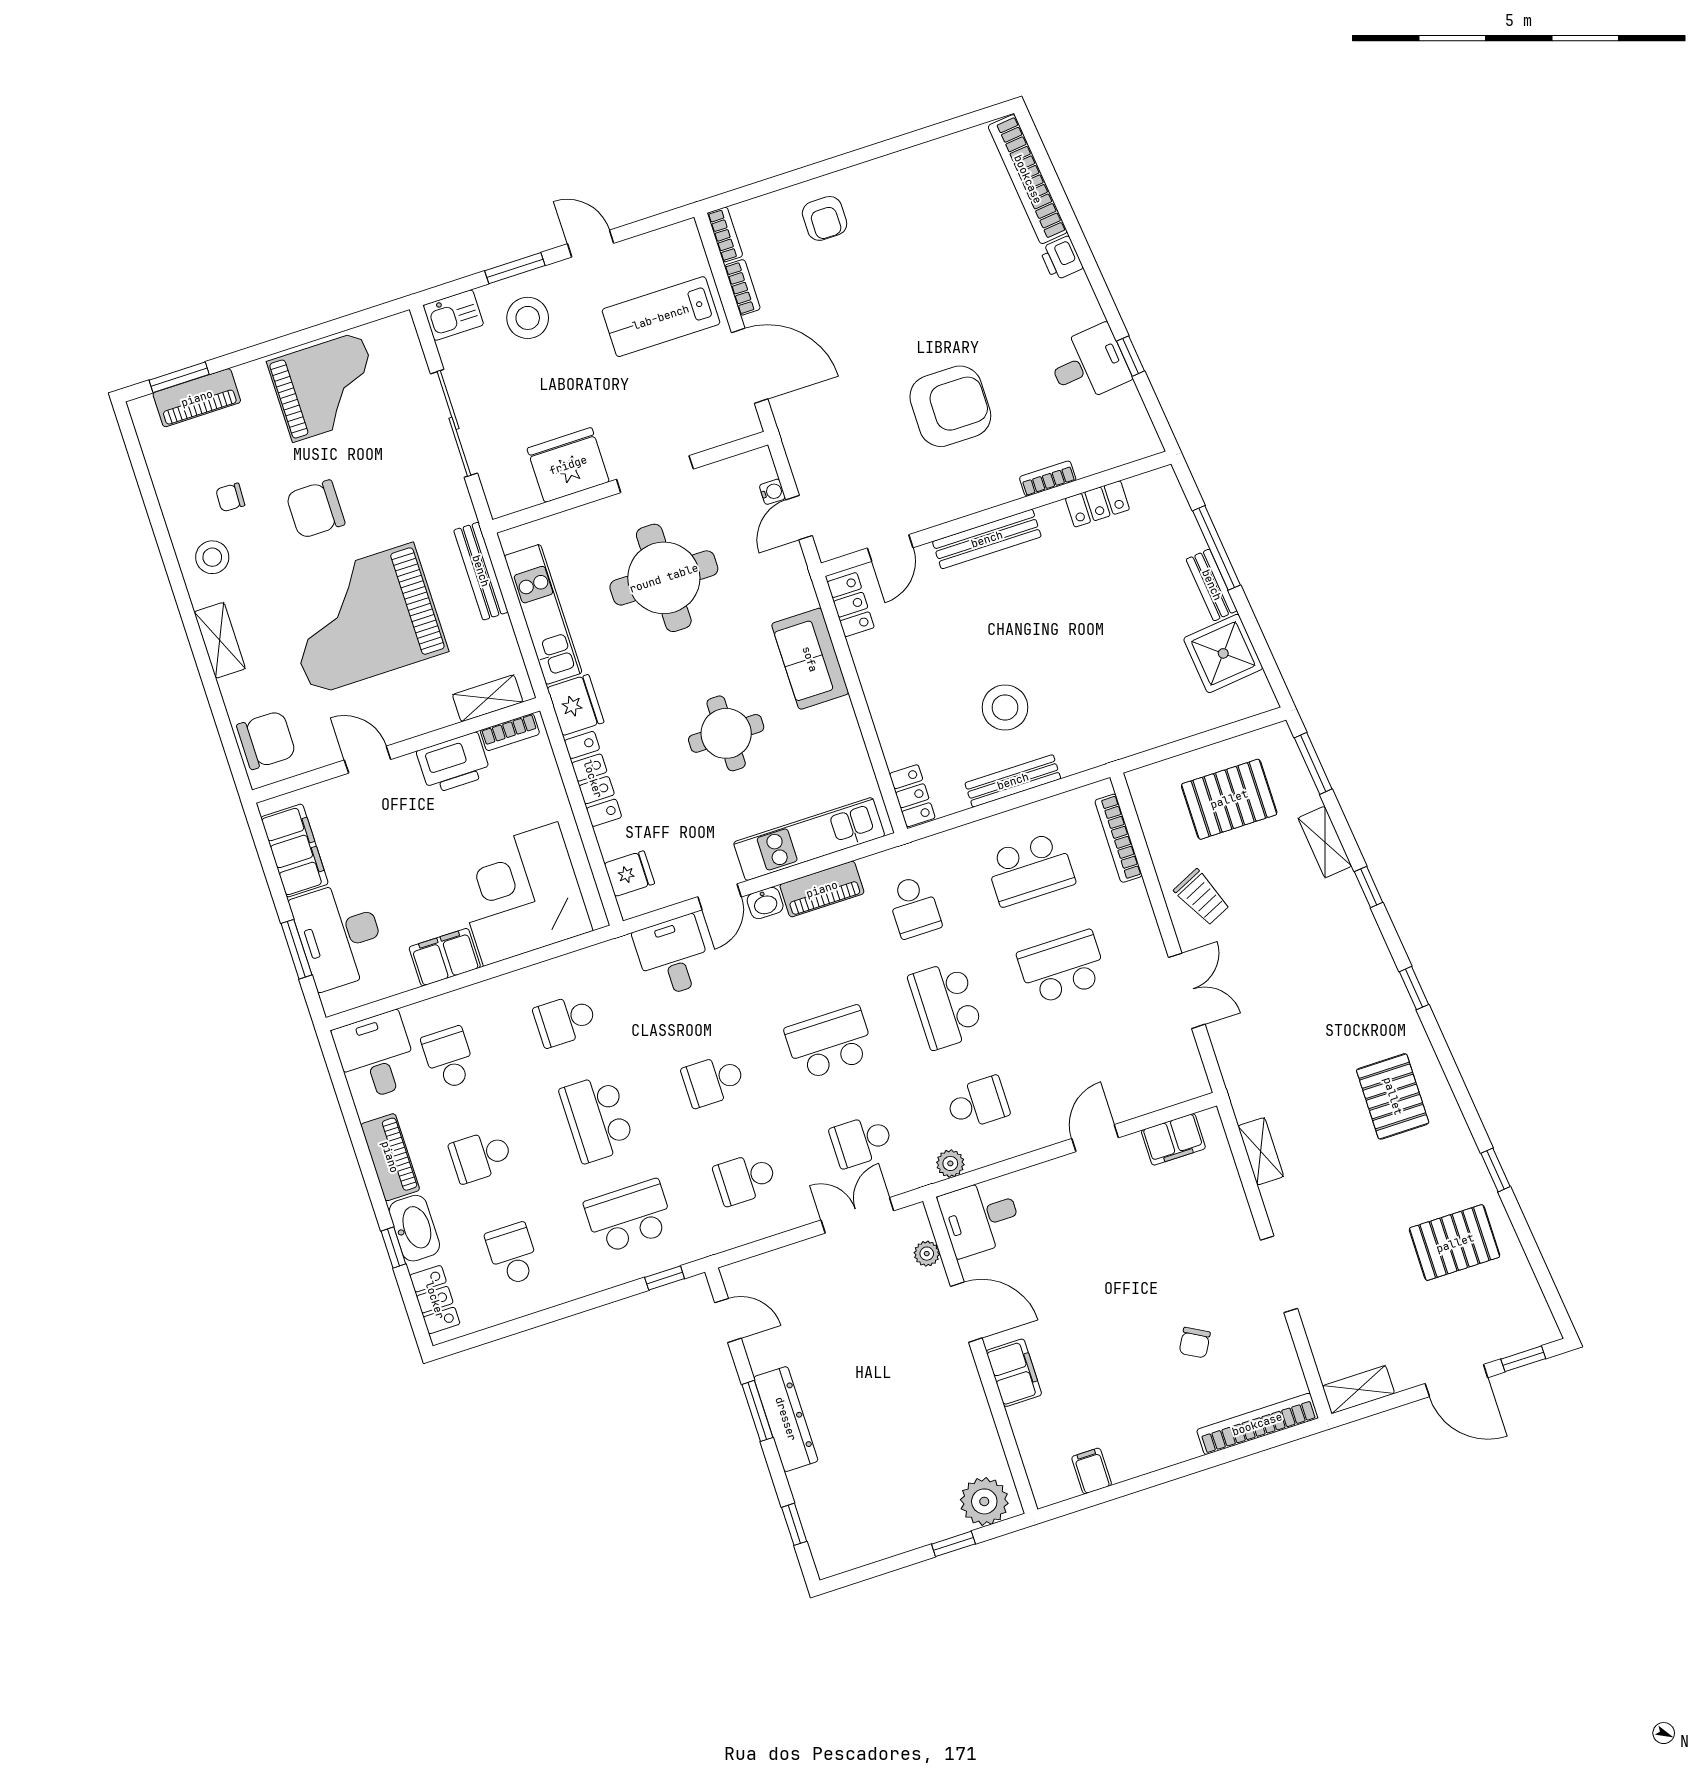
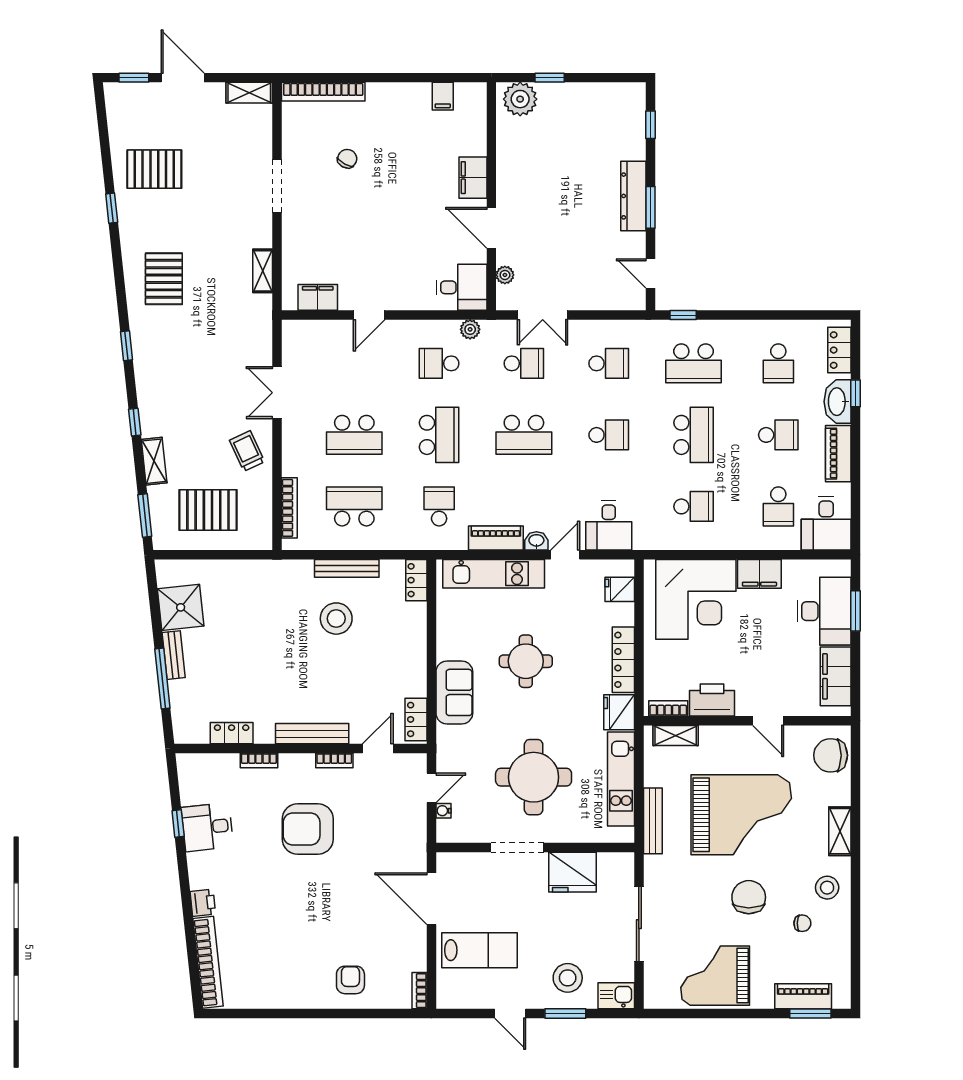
bookcase: (742, 287) -> (334, 760), moved, turned -90
chair: (315, 509) -> (749, 897), turned -90

